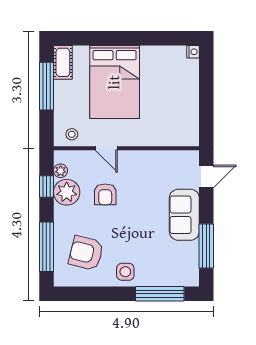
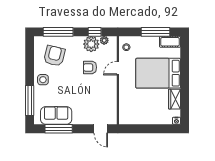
wardrobe: (157, 55) -> (175, 99), added
sofa: (184, 215) -> (56, 115), moved

